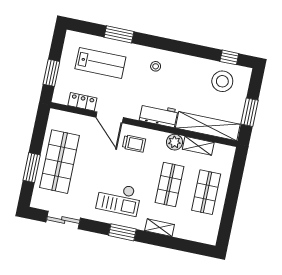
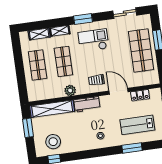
shelving: (198, 146) -> (39, 34), moved

